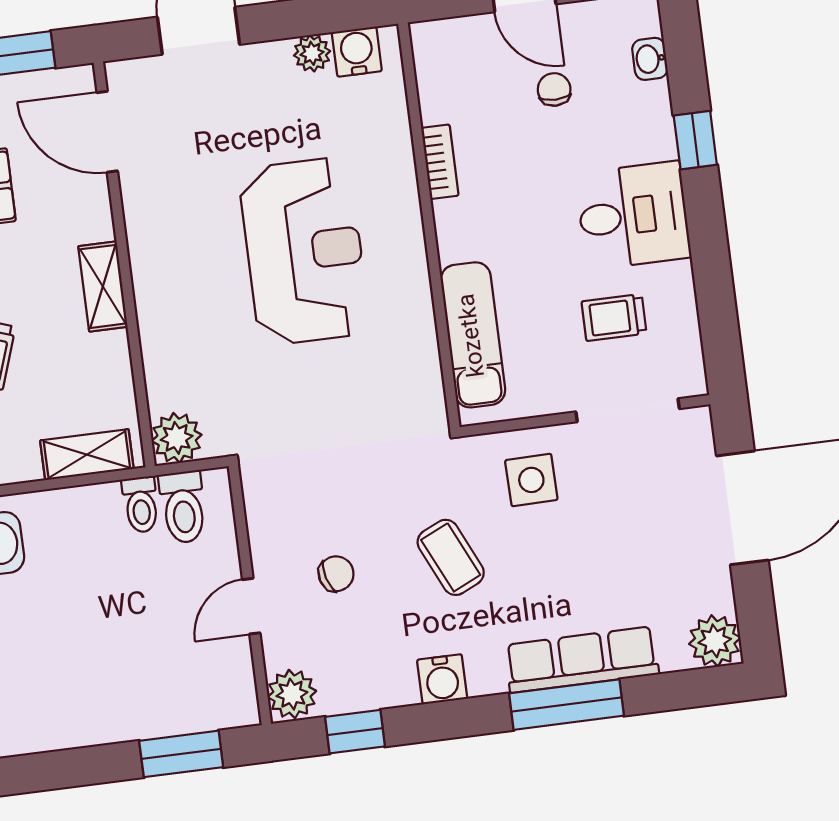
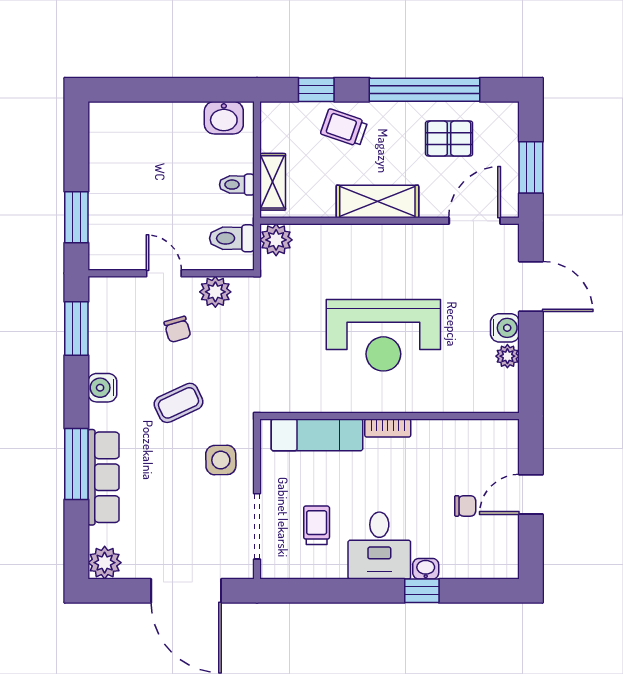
water cooler: (357, 52) -> (505, 328), moved
washbasin: (650, 59) -> (426, 569), moved
bookcase: (440, 162) -> (388, 428), moved
shelving: (103, 286) -> (377, 201), width x1.50, depth x1.33
toilet: (141, 505) -> (237, 185), moved
plant: (292, 694) -> (215, 292), moved
window: (355, 732) -> (76, 329), width x1.50

